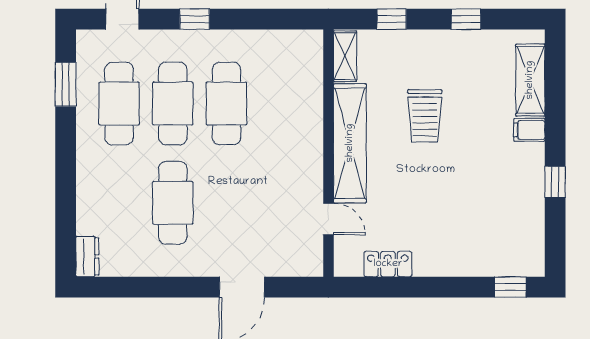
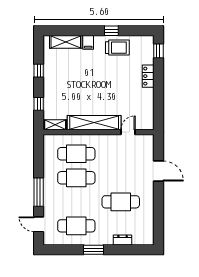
window: (195, 19) -> (39, 192), width x2.17
window: (66, 84) -> (93, 250), moved
cafe table: (173, 104) -> (76, 154), moved
trolley: (425, 116) -> (117, 48), moved
dresser: (87, 257) -> (123, 240), moved
locker: (388, 264) -> (148, 76), moved

